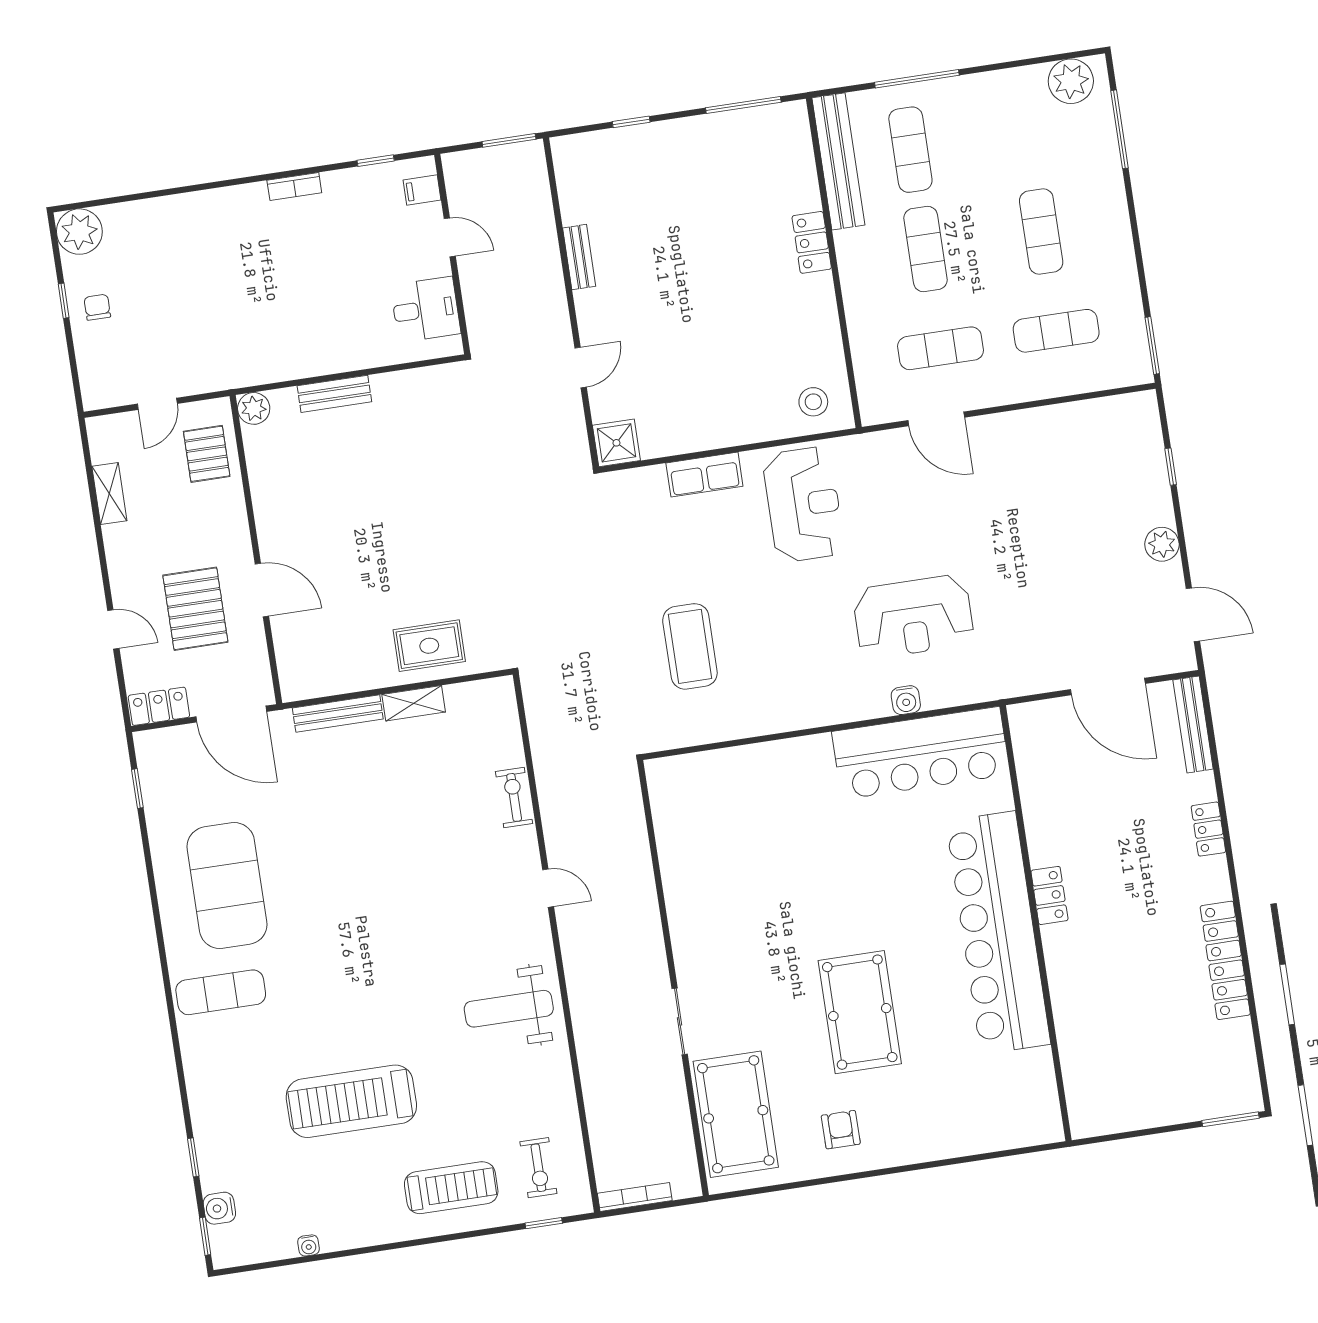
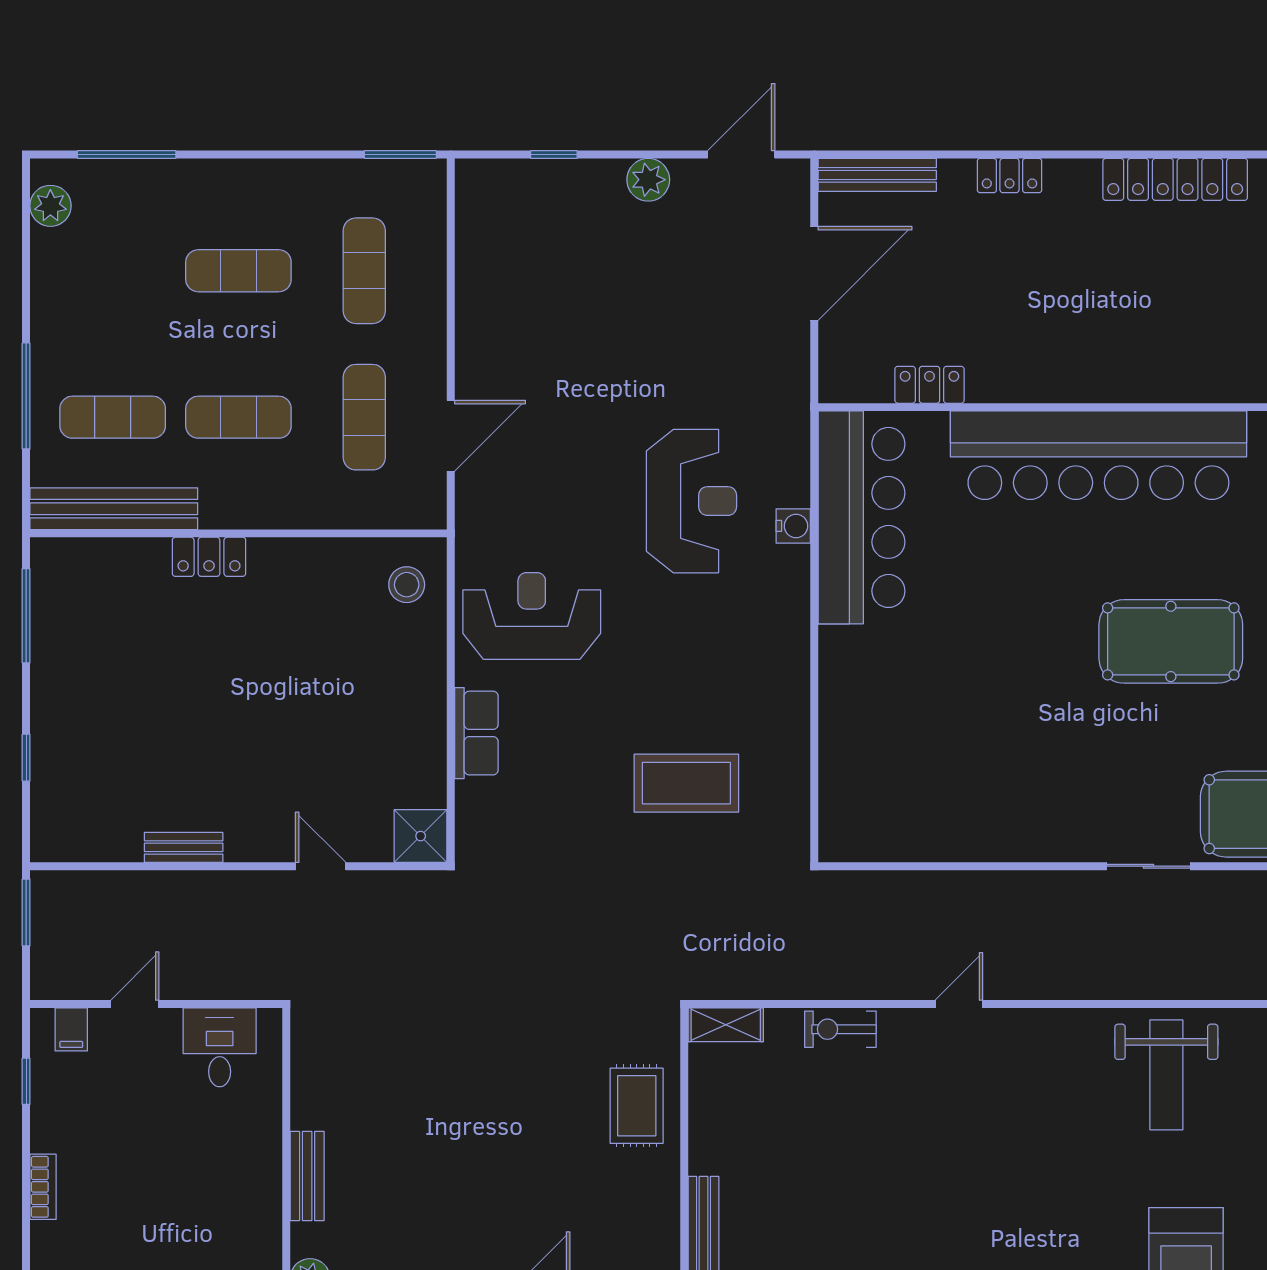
plant: (1071, 81) -> (50, 206), width x0.73, depth x0.73
shelving: (414, 703) -> (726, 1025), moved, turned 90
locker: (1049, 895) -> (929, 385), moved
weight bench: (509, 1009) -> (1166, 1075), moved

